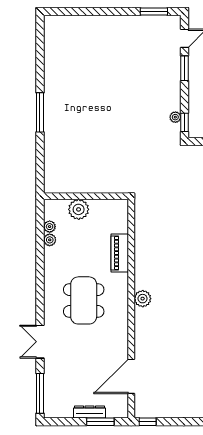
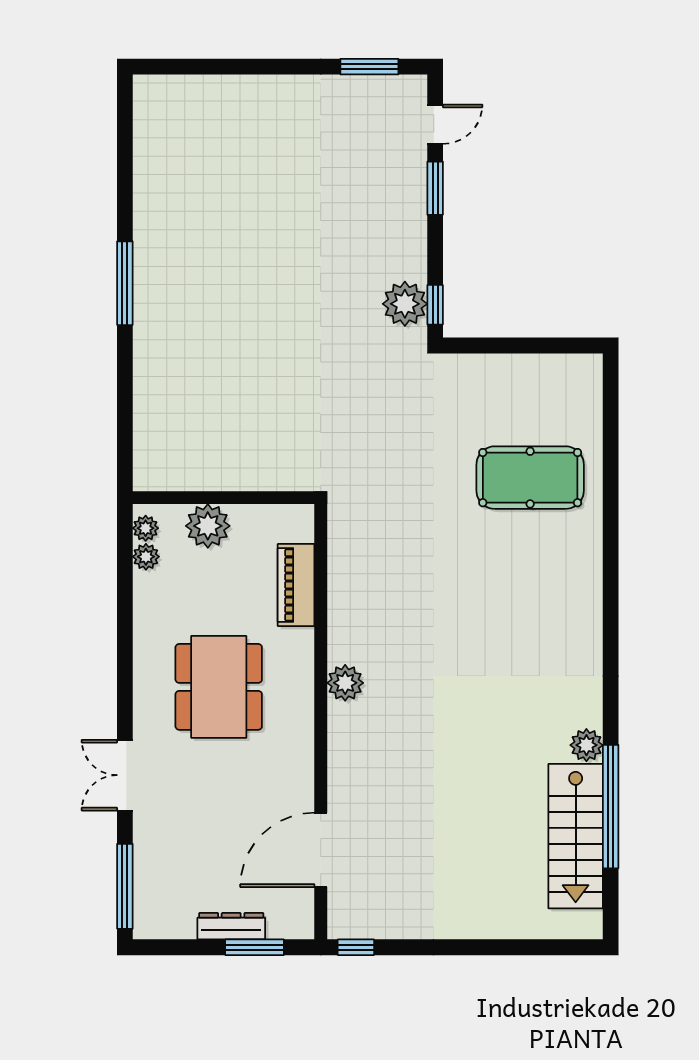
plant: (175, 117) -> (405, 304), width x1.87, depth x1.87
wall: (86, 196) -> (224, 498), moved
plant: (79, 209) -> (208, 526), moved

